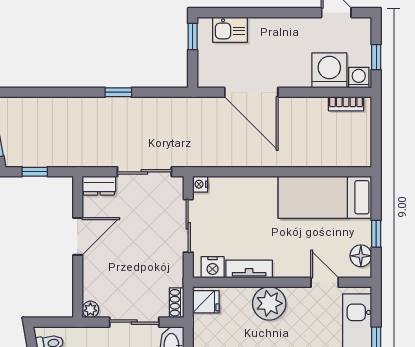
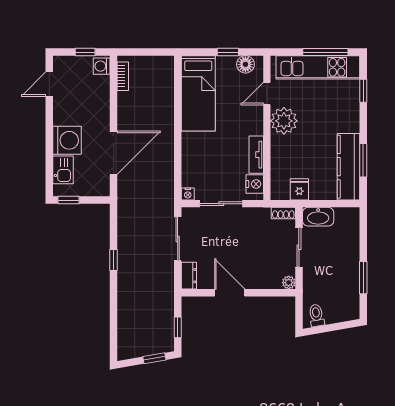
washing machine: (329, 70) -> (67, 140), moved, turned 180
fridge: (206, 302) -> (299, 189), moved
plant: (269, 303) -> (284, 121), moved

